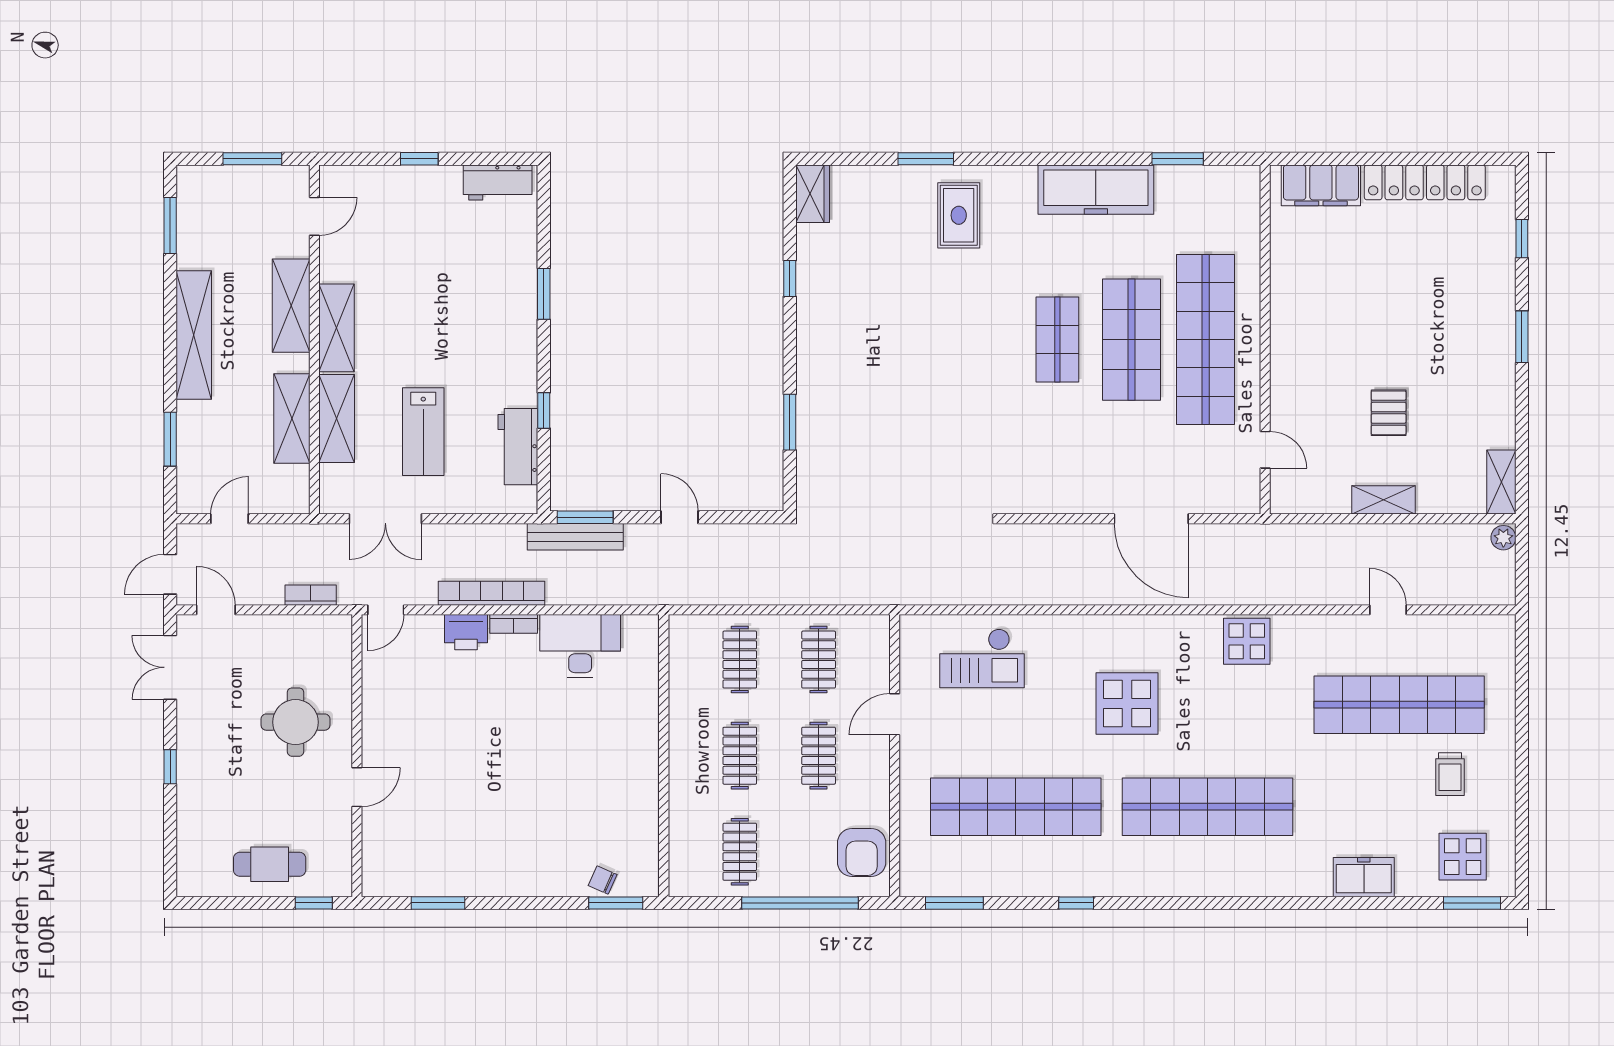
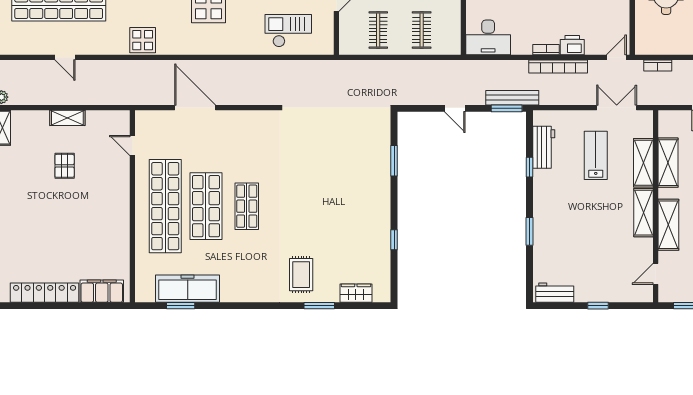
freezer: (1096, 190) -> (188, 289), moved
wardrobe: (813, 194) -> (356, 293), moved, turned 90
desk: (580, 646) -> (488, 37), moved

